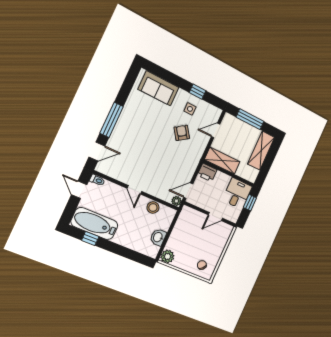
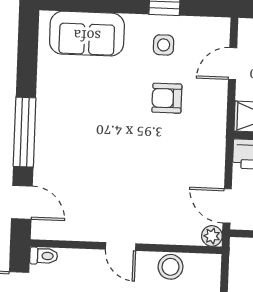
armchair: (182, 133) -> (167, 98), turned -55
door: (97, 151) -> (22, 202), hinge flipped
door: (188, 191) -> (227, 206), hinge flipped

